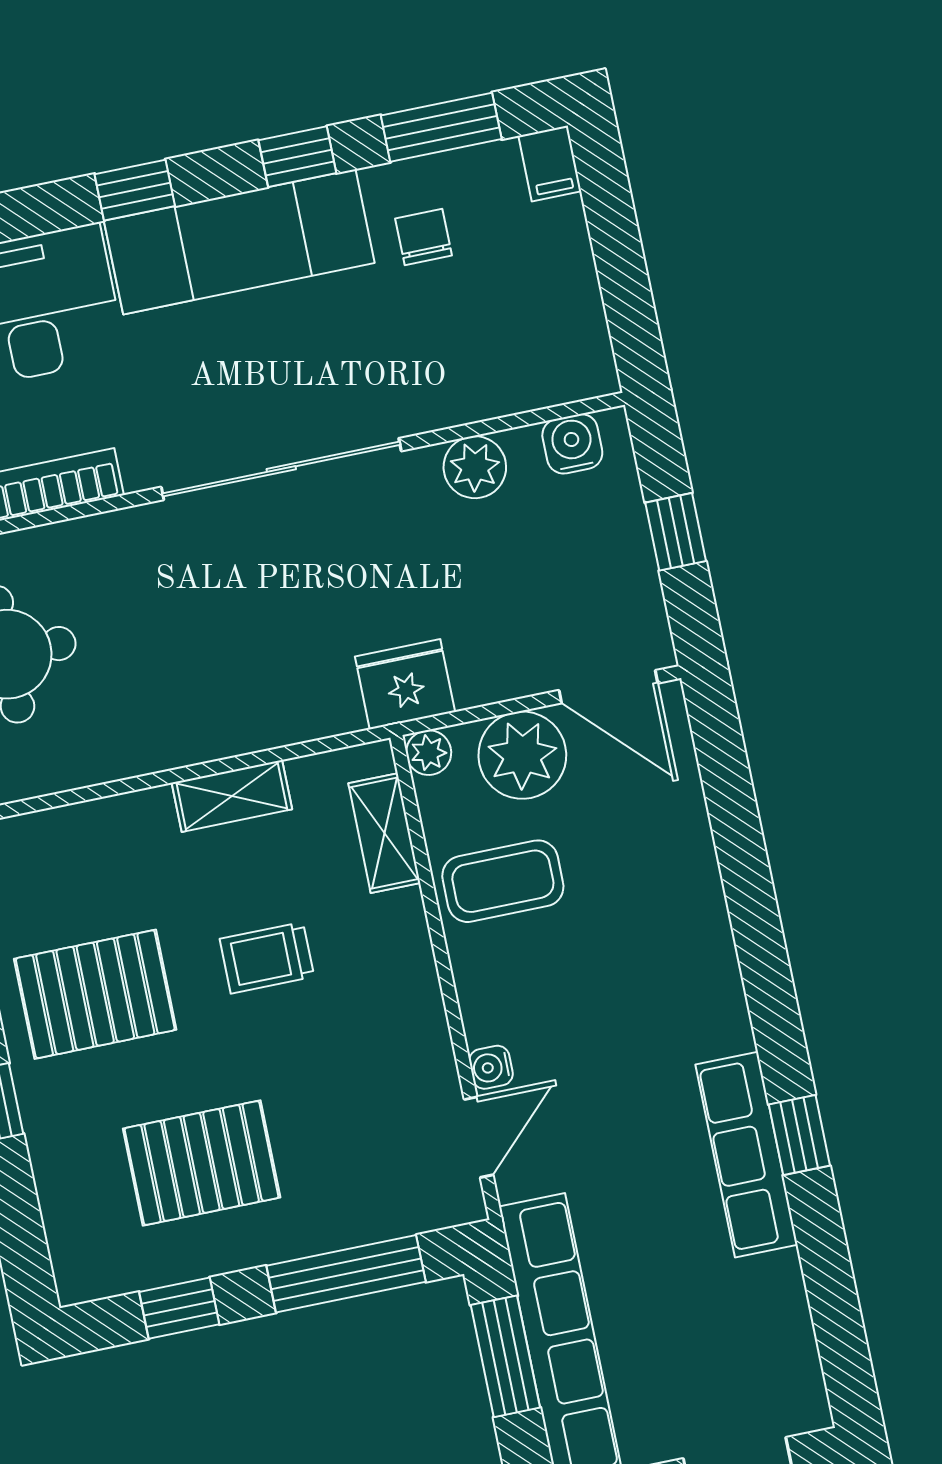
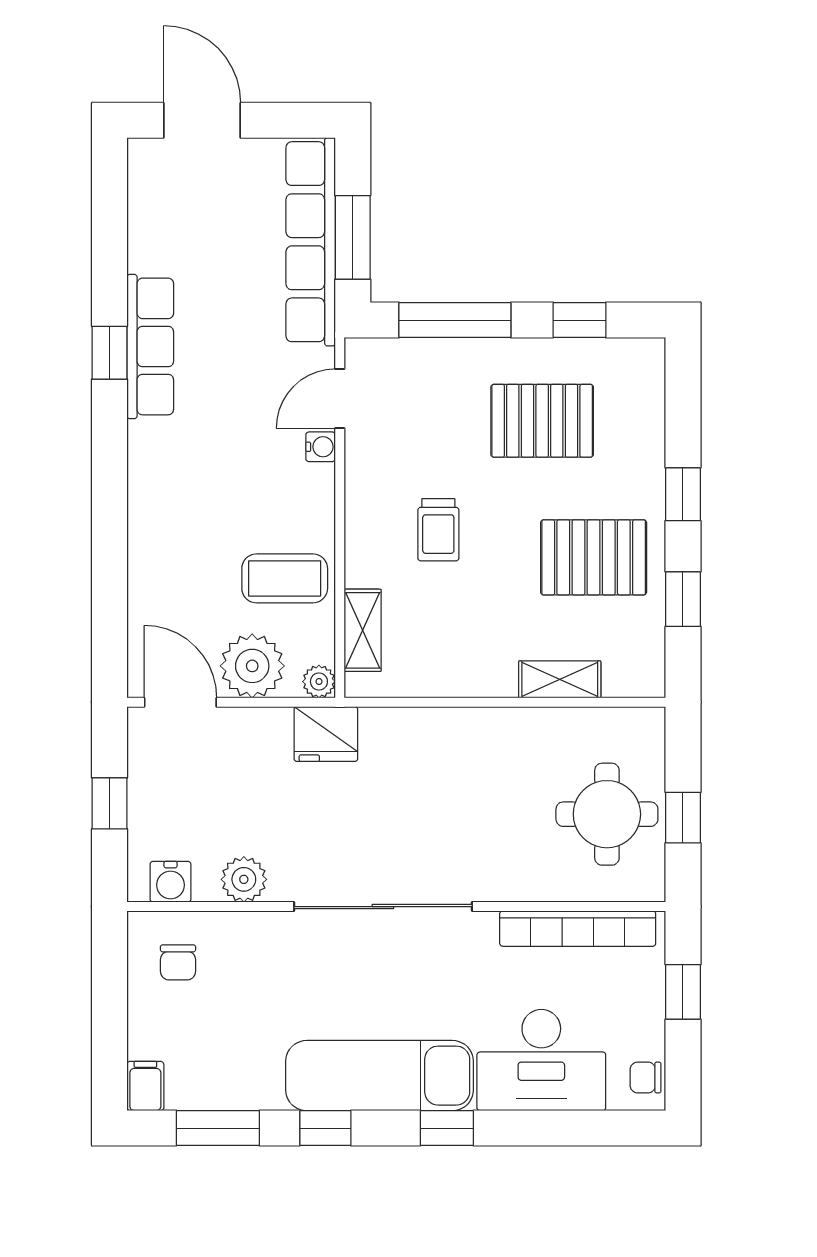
chair: (424, 237) -> (178, 962), moved
shelving: (232, 796) -> (560, 679), moved
trolley: (267, 958) -> (438, 530), moved, turned 90

